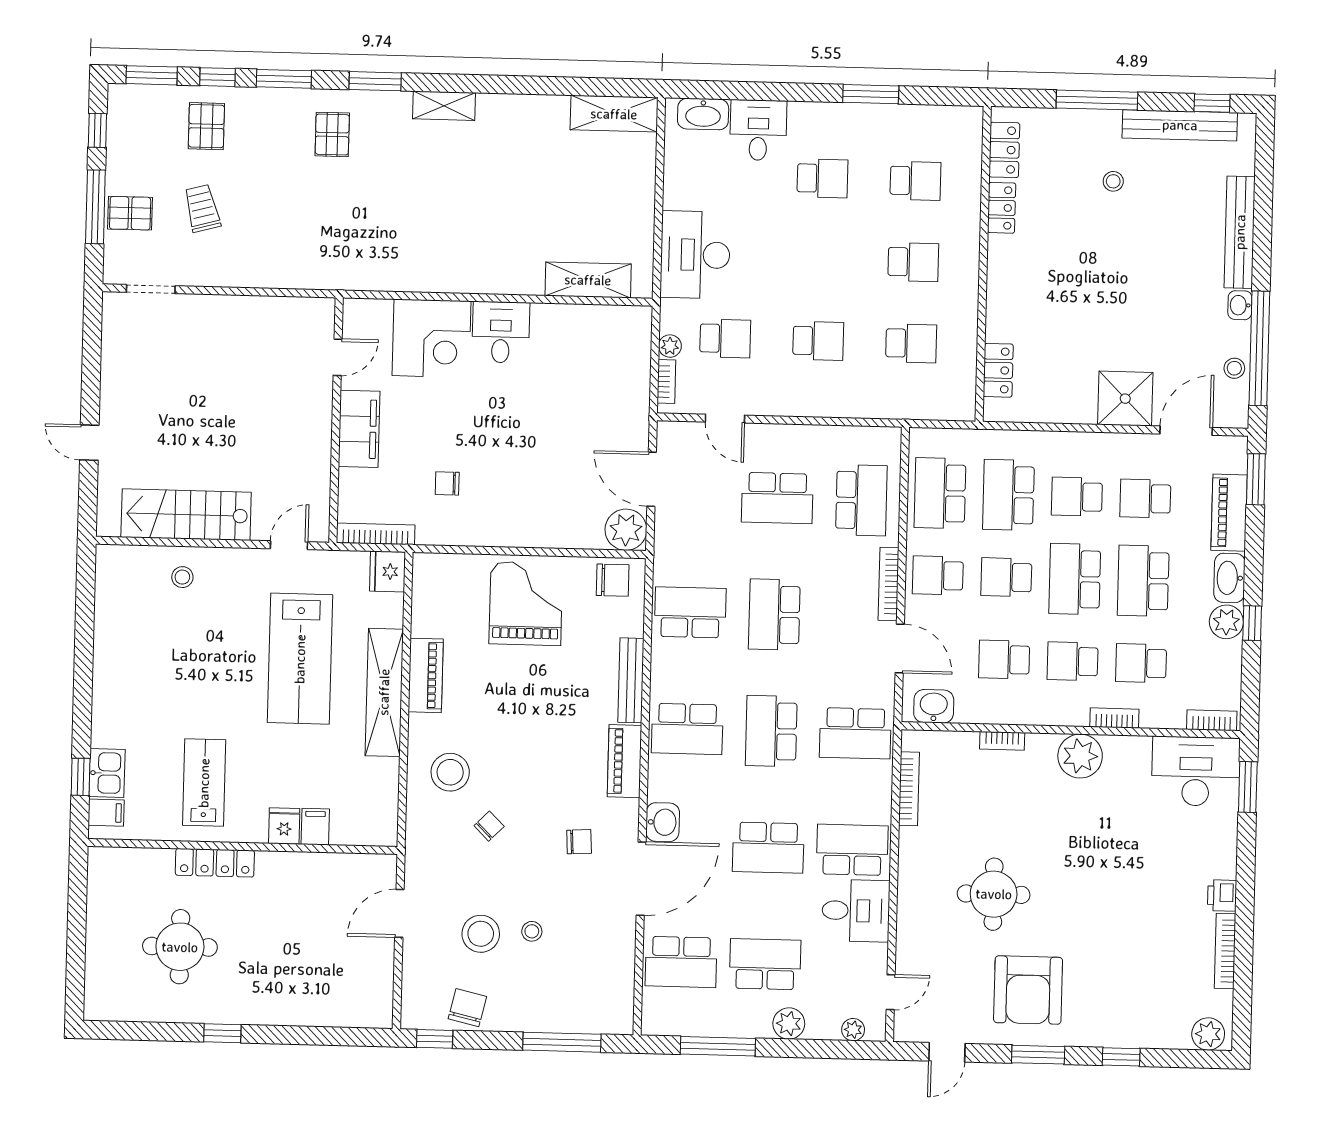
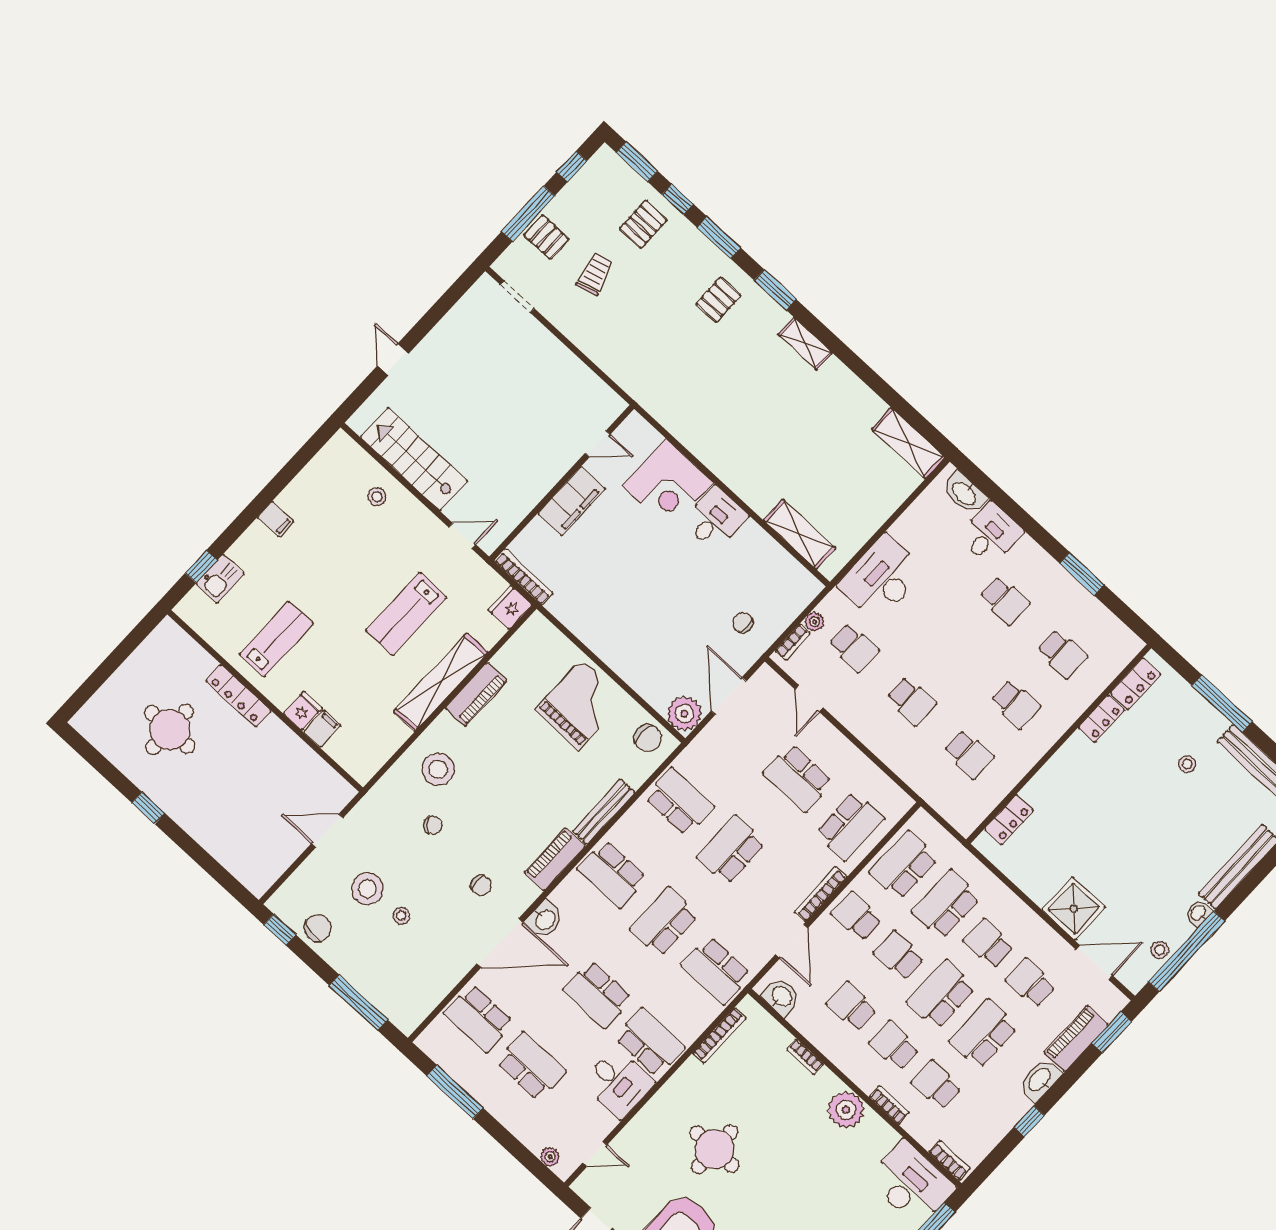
chair: (447, 483) -> (743, 623), moved
plant: (1226, 622) -> (1014, 1106), removed
lab bench: (300, 659) -> (406, 614), width x0.73, depth x0.72
filing cabinet: (106, 813) -> (276, 519), moved
plant: (789, 1024) -> (513, 1117), removed

